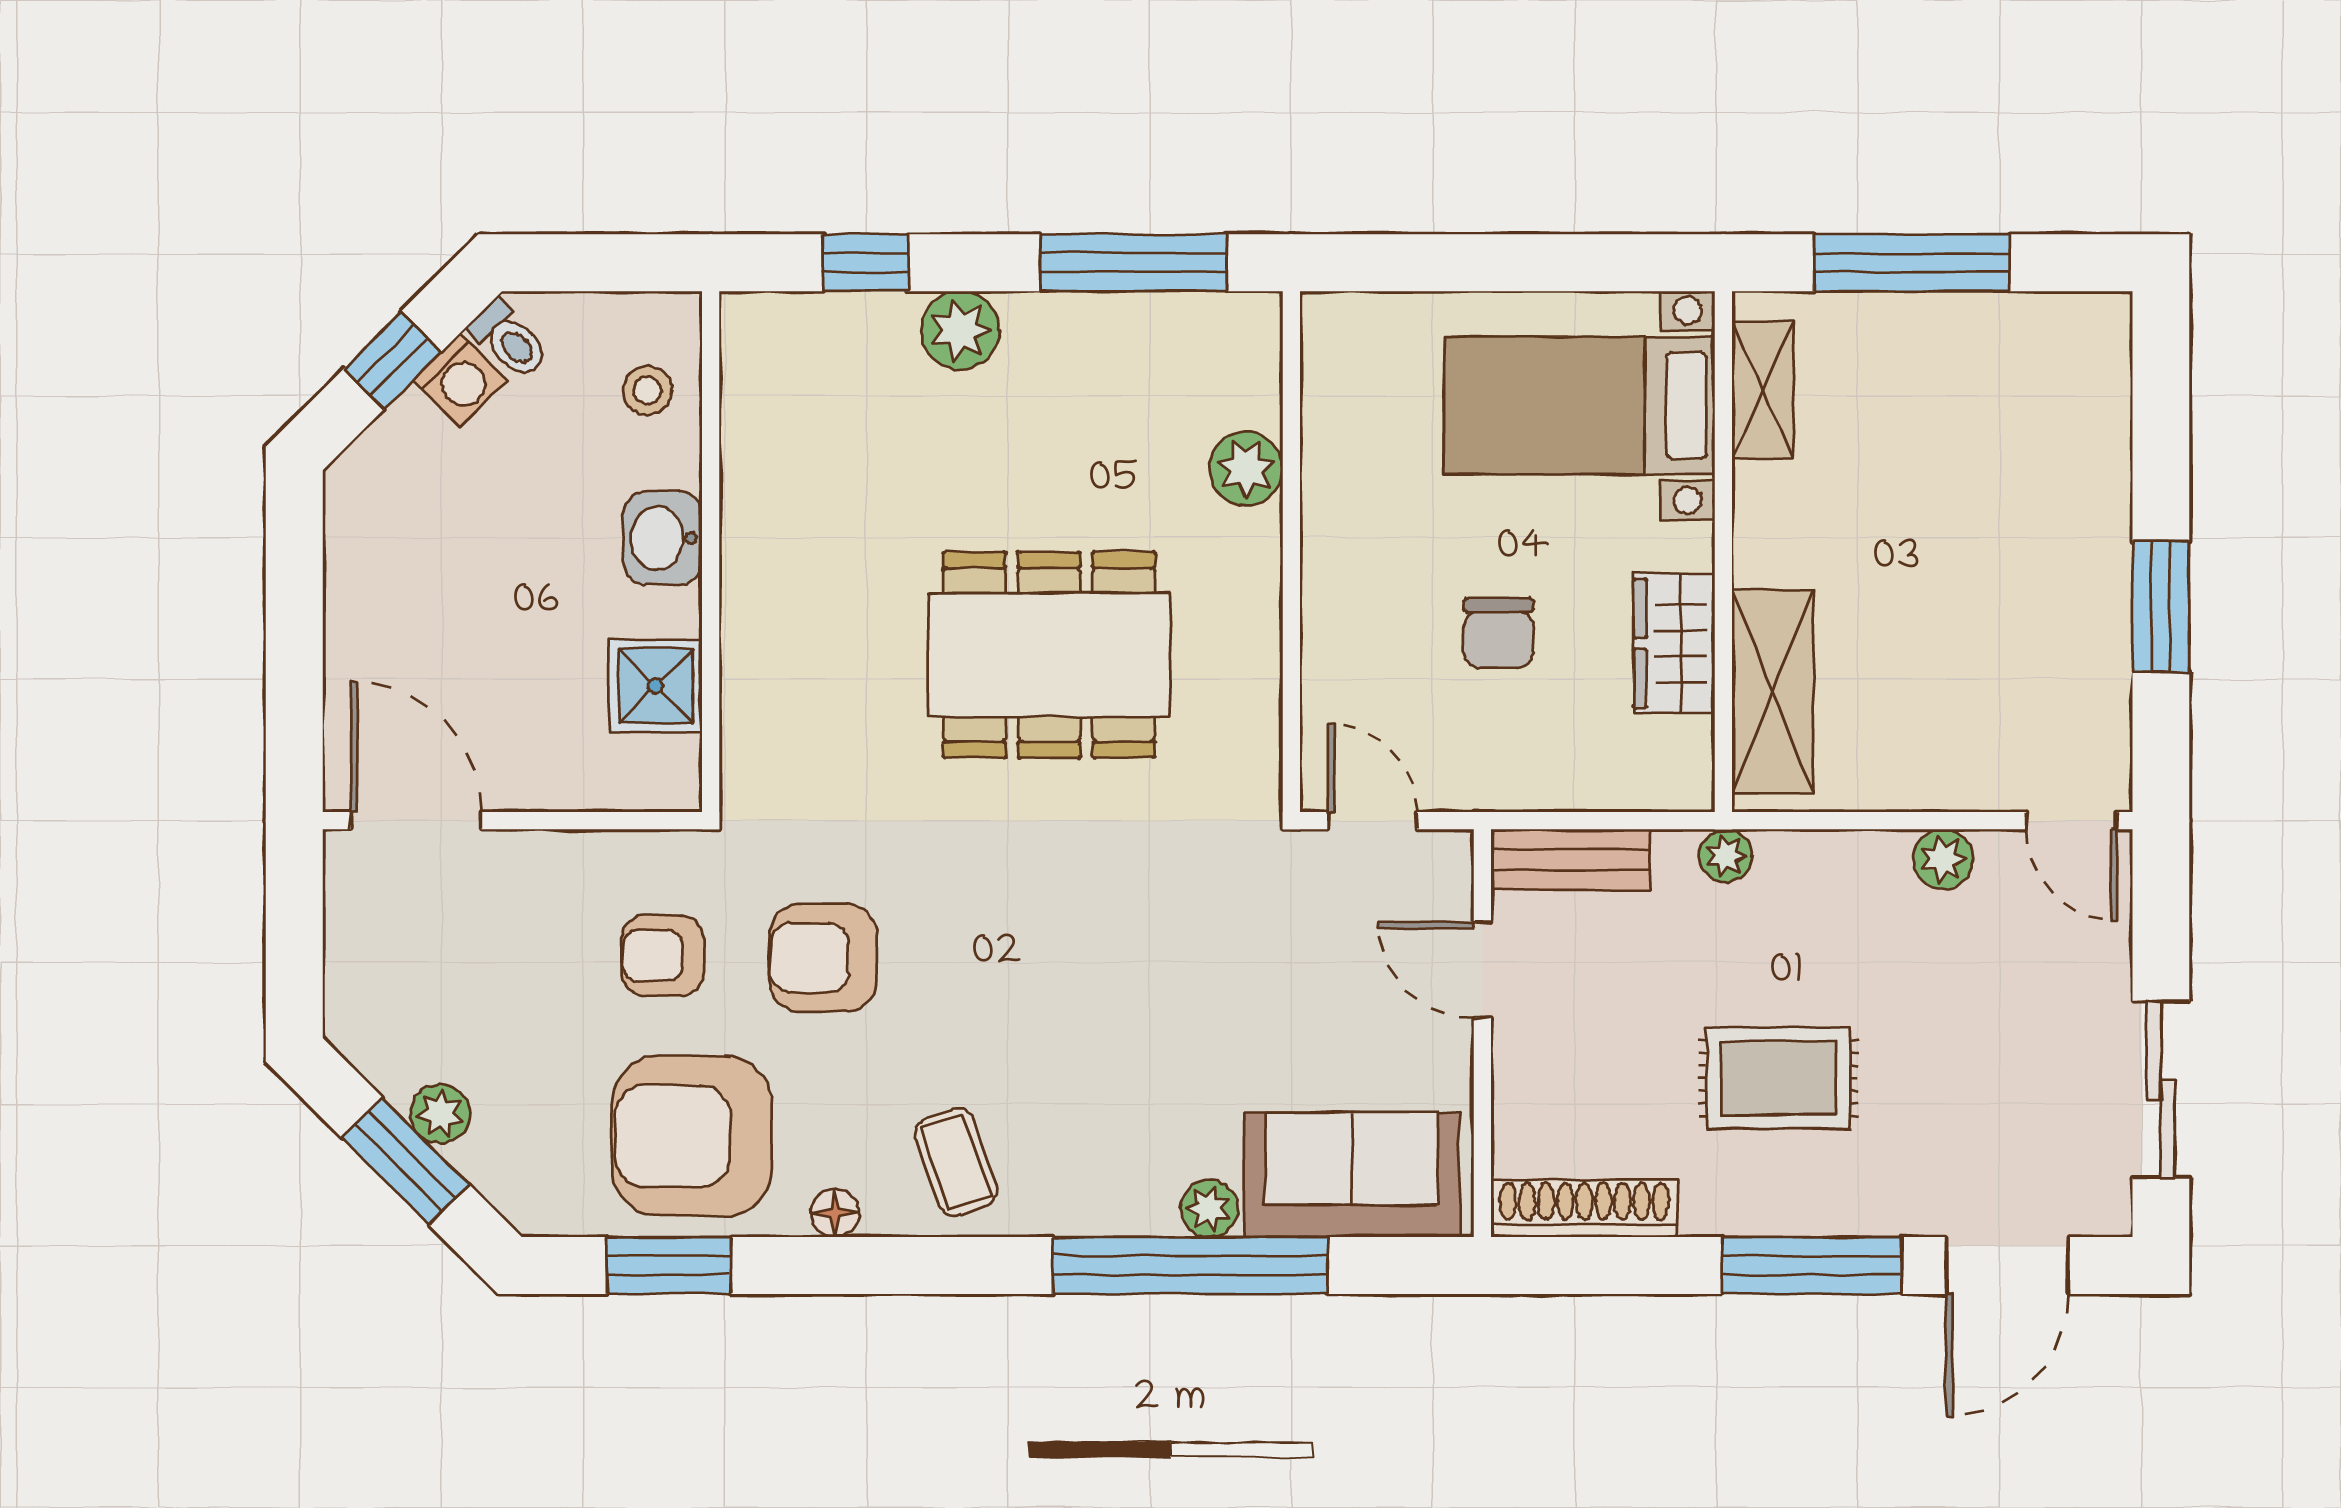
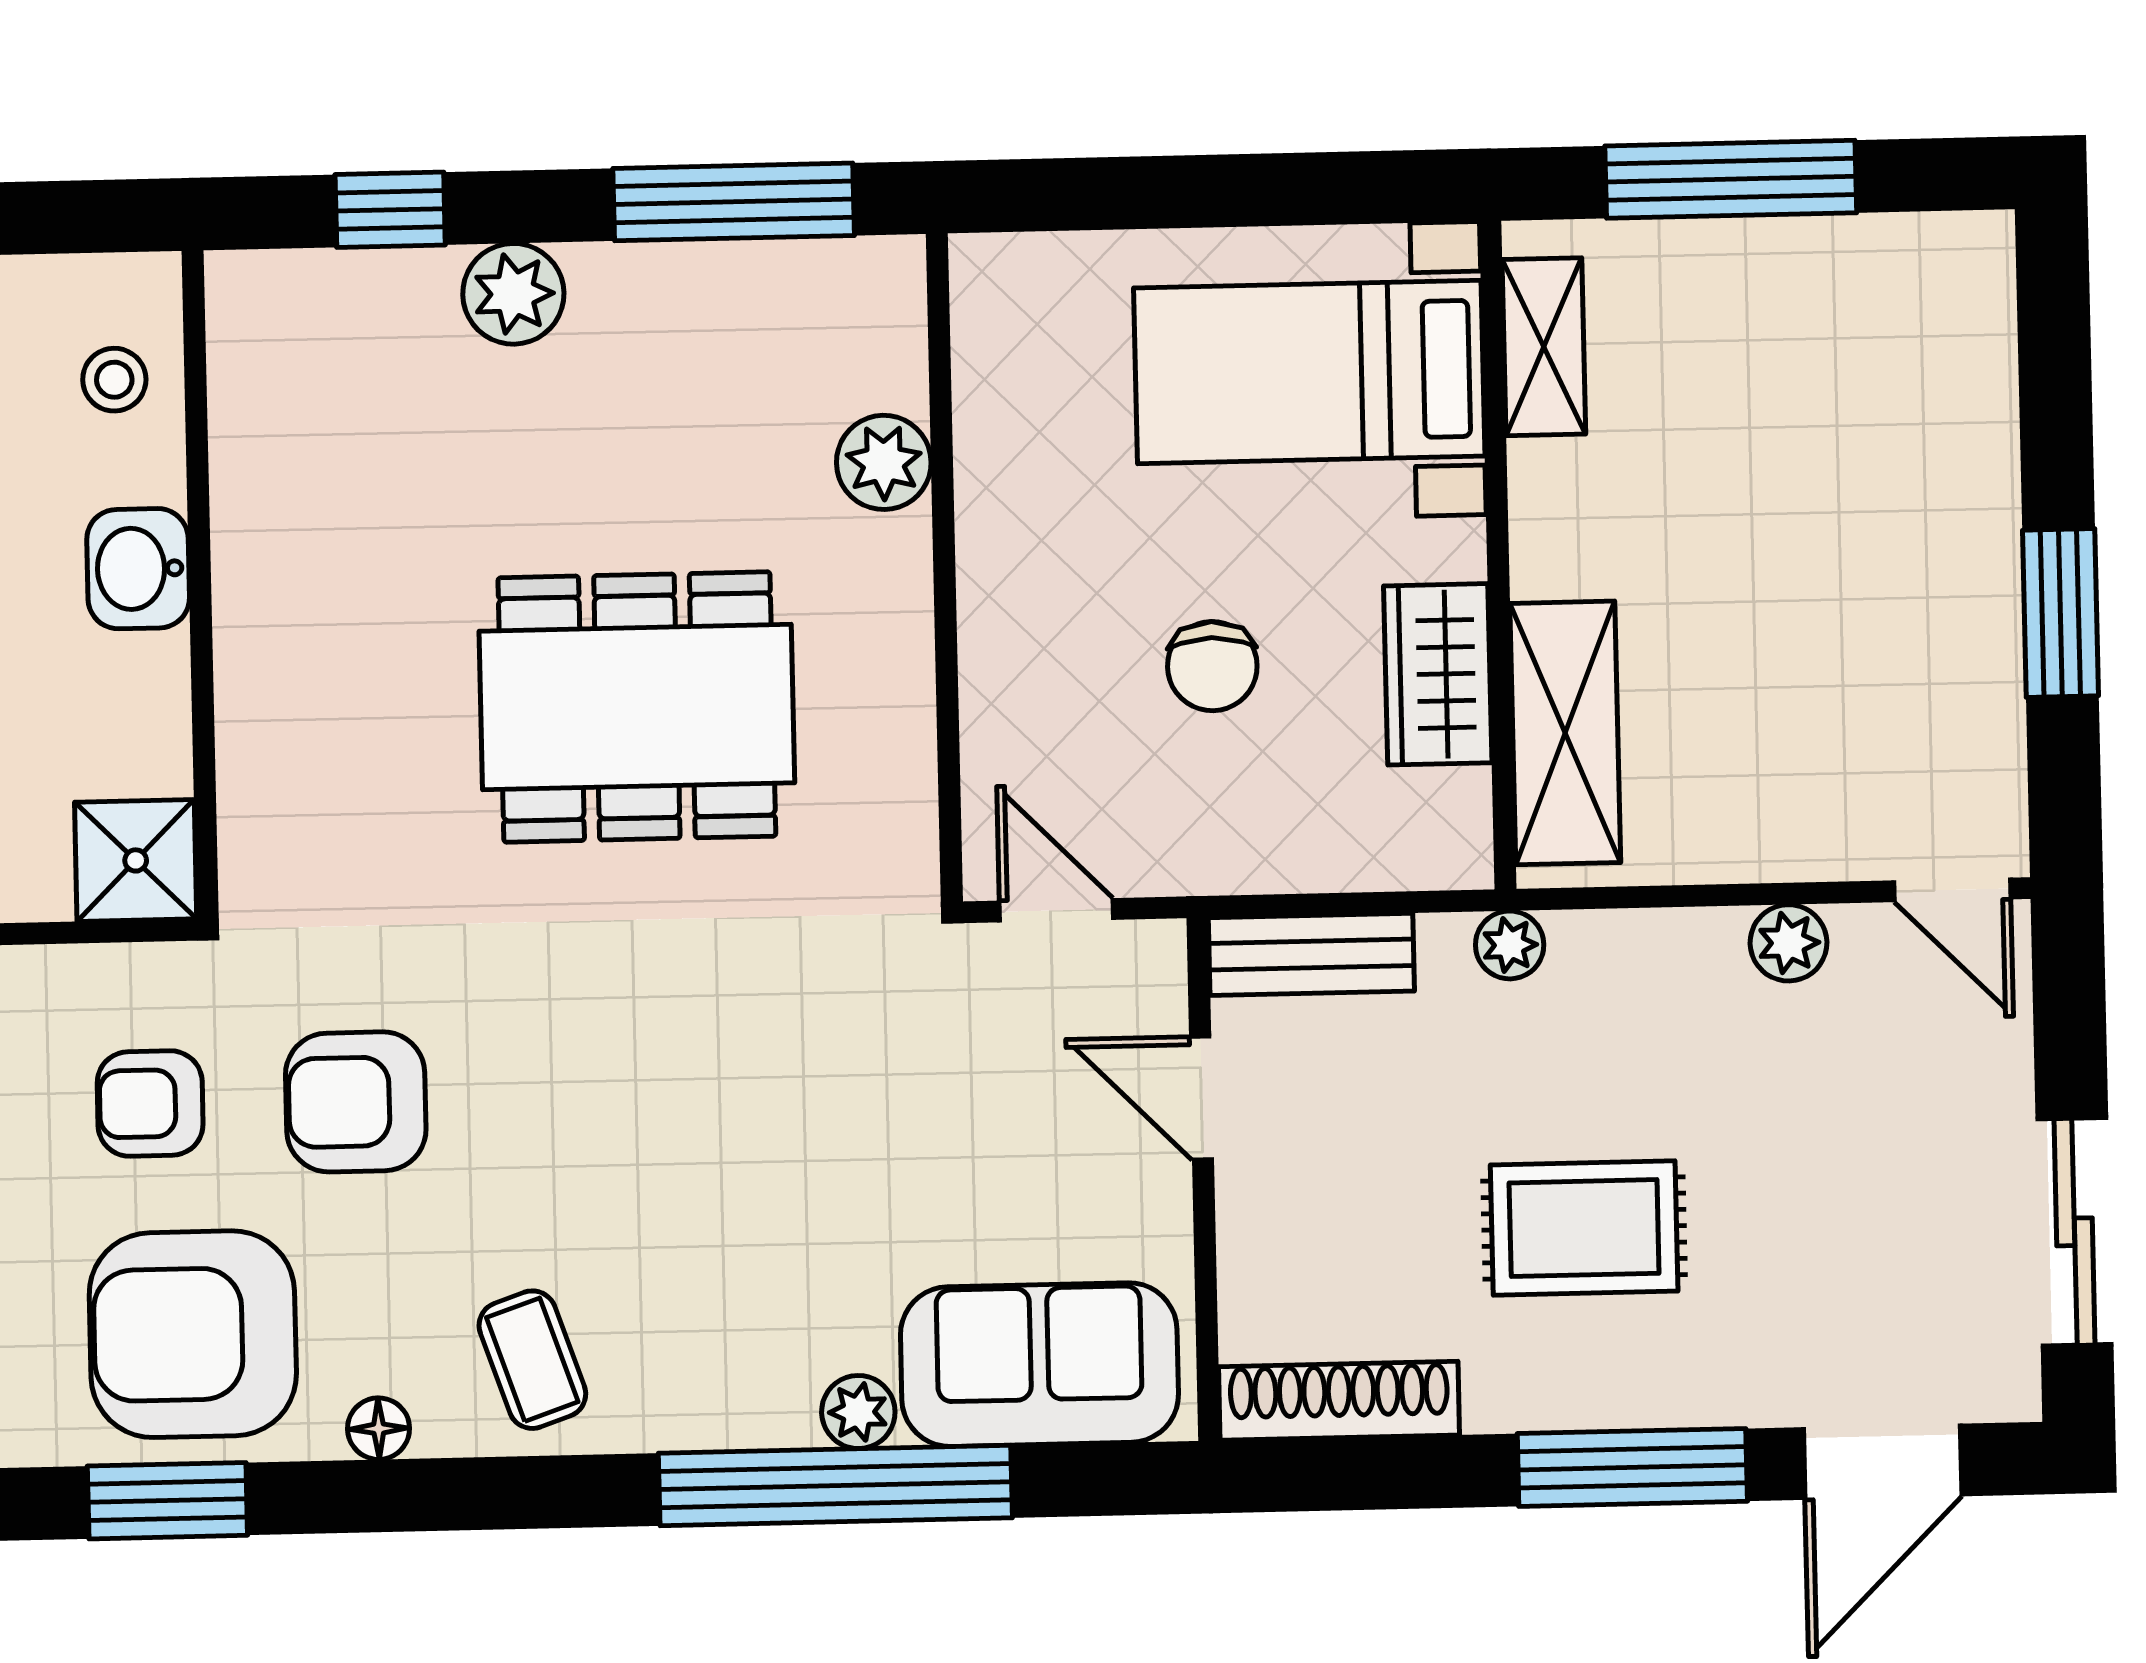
shower: (656, 686) -> (136, 860), moved

